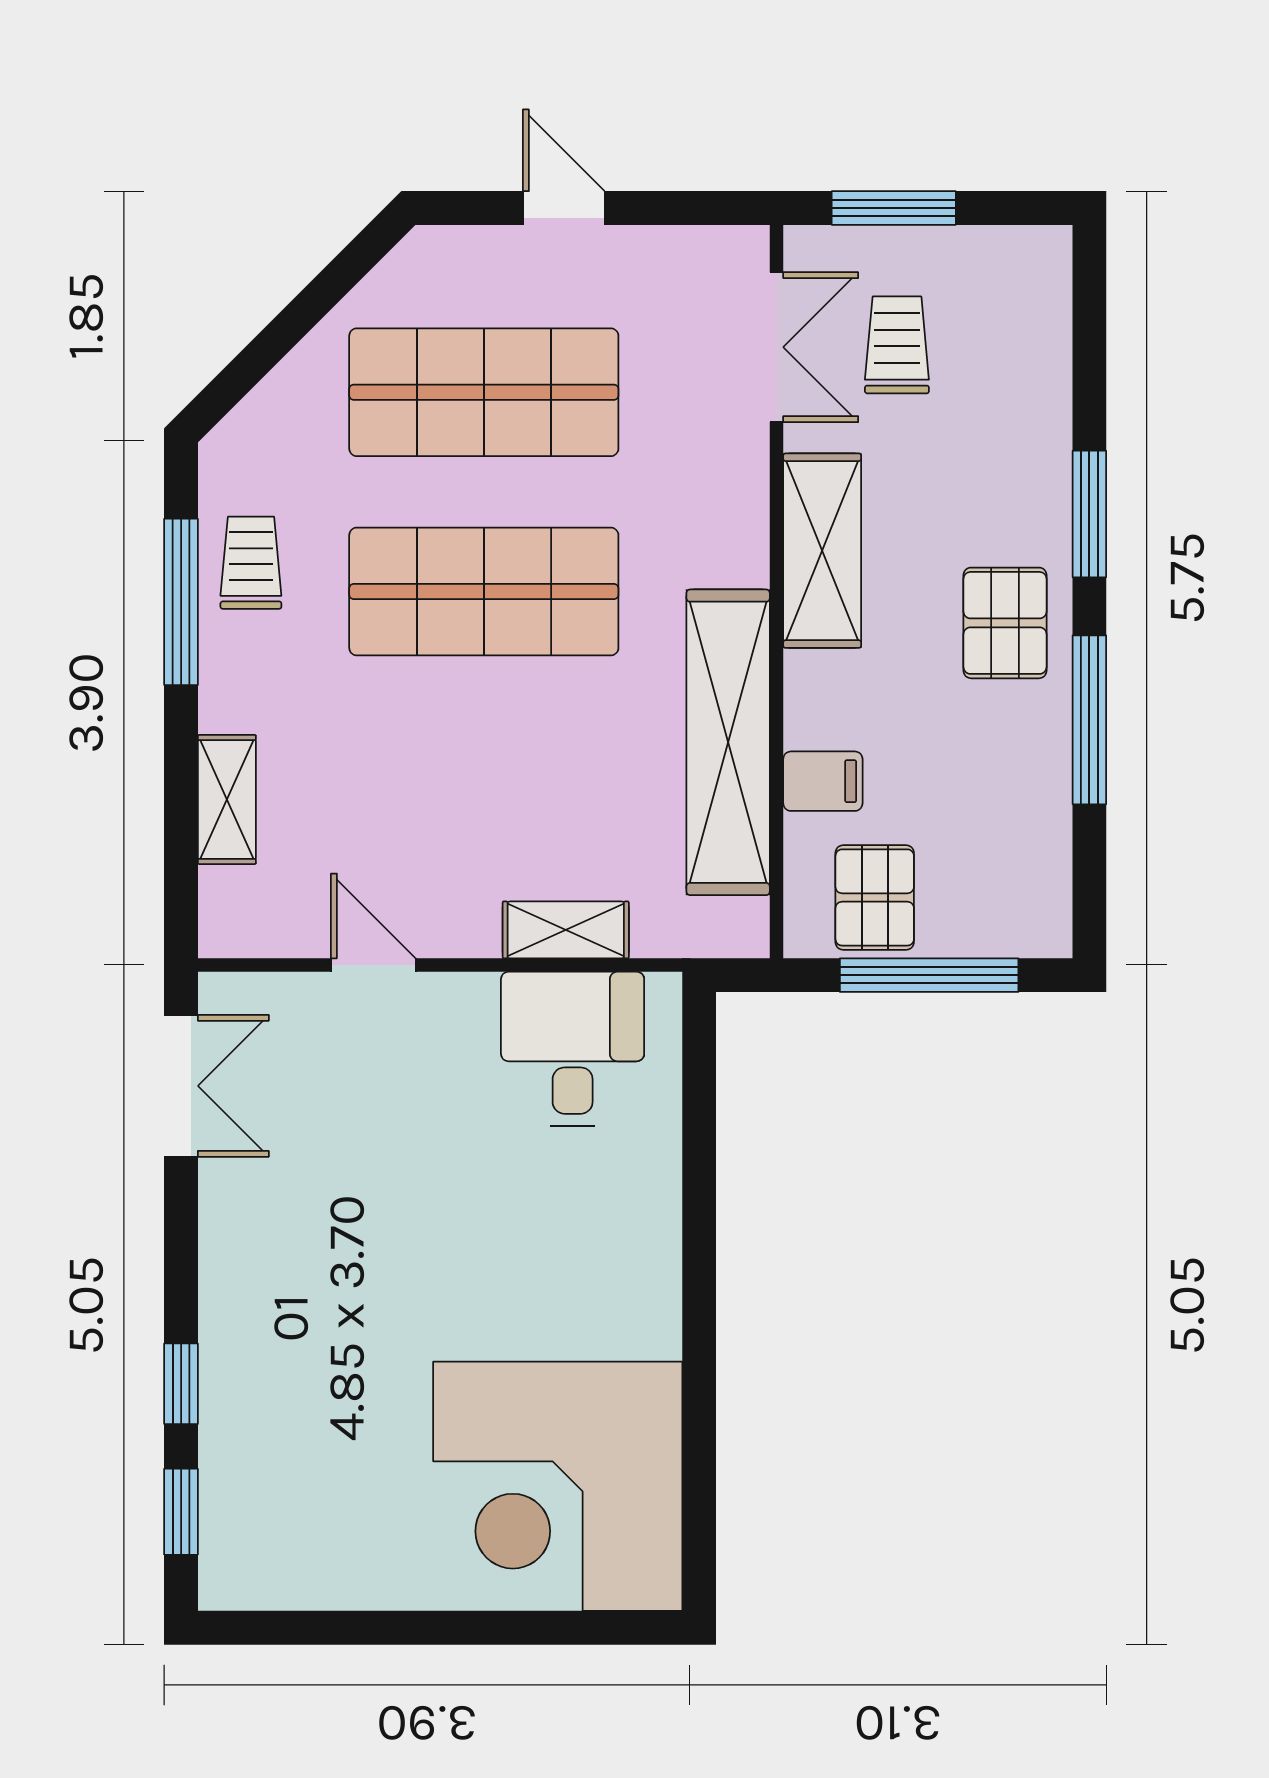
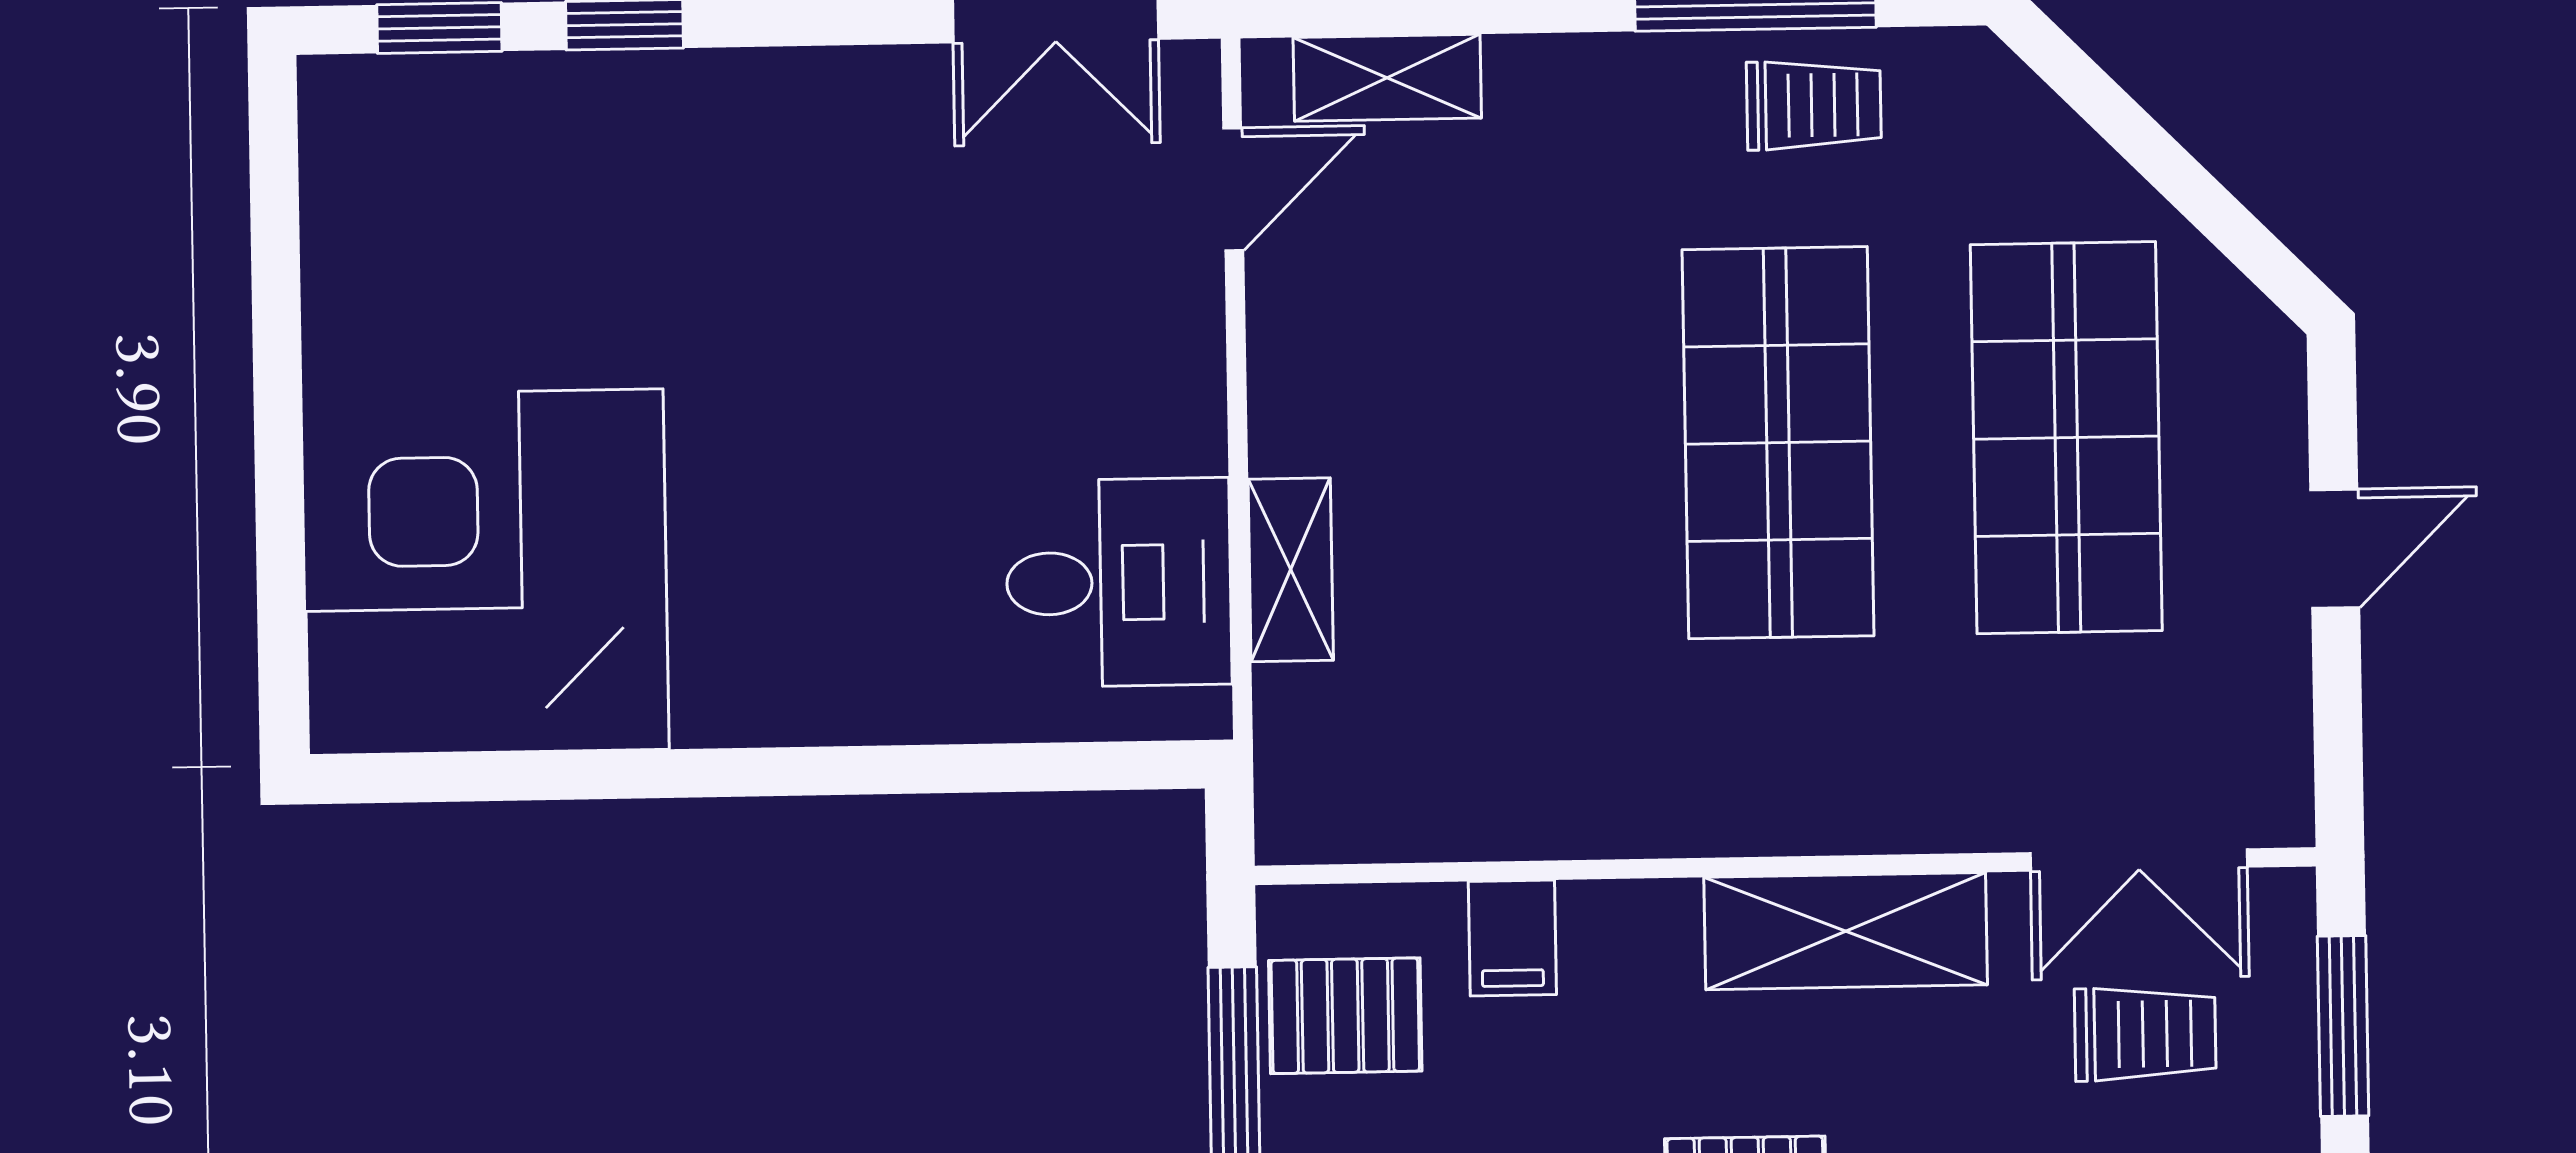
shelving: (728, 742) -> (1566, 800), removed
shelving: (227, 799) -> (1387, 78), moved
door: (373, 965) -> (1233, 189), moved

